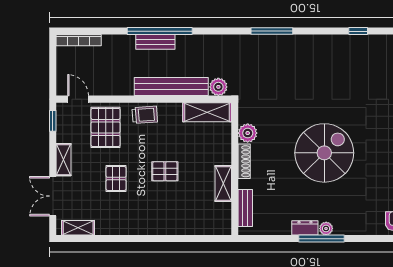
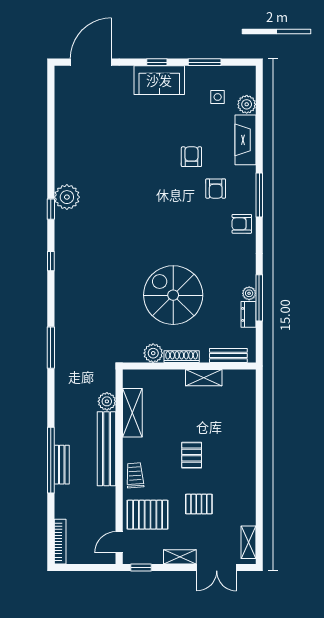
plant: (248, 133) -> (153, 353), moved
shoe rack: (244, 161) -> (182, 357), moved
wall: (235, 169) -> (189, 366), moved
shelving: (223, 183) -> (204, 378), moved
bench: (245, 208) -> (228, 355), moved

